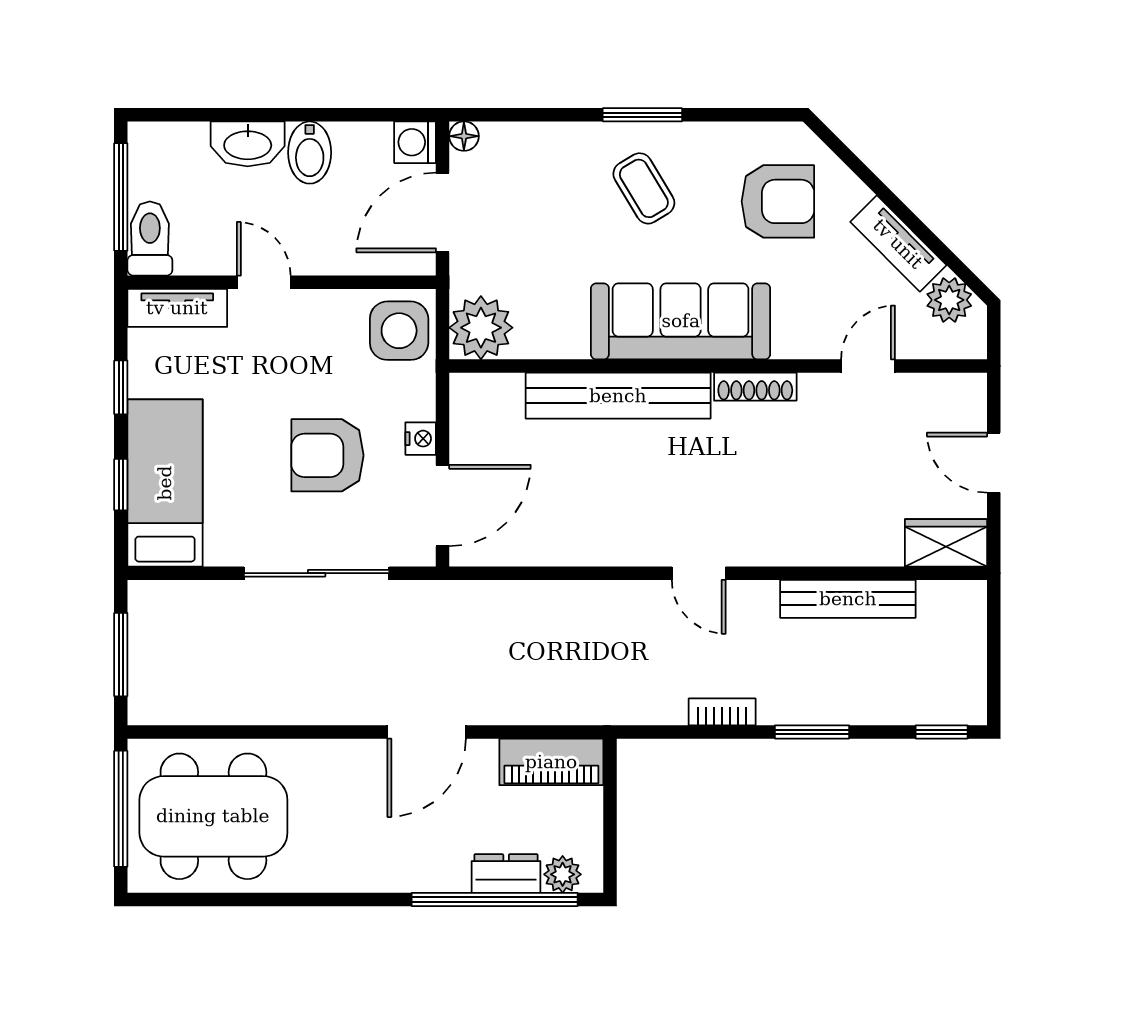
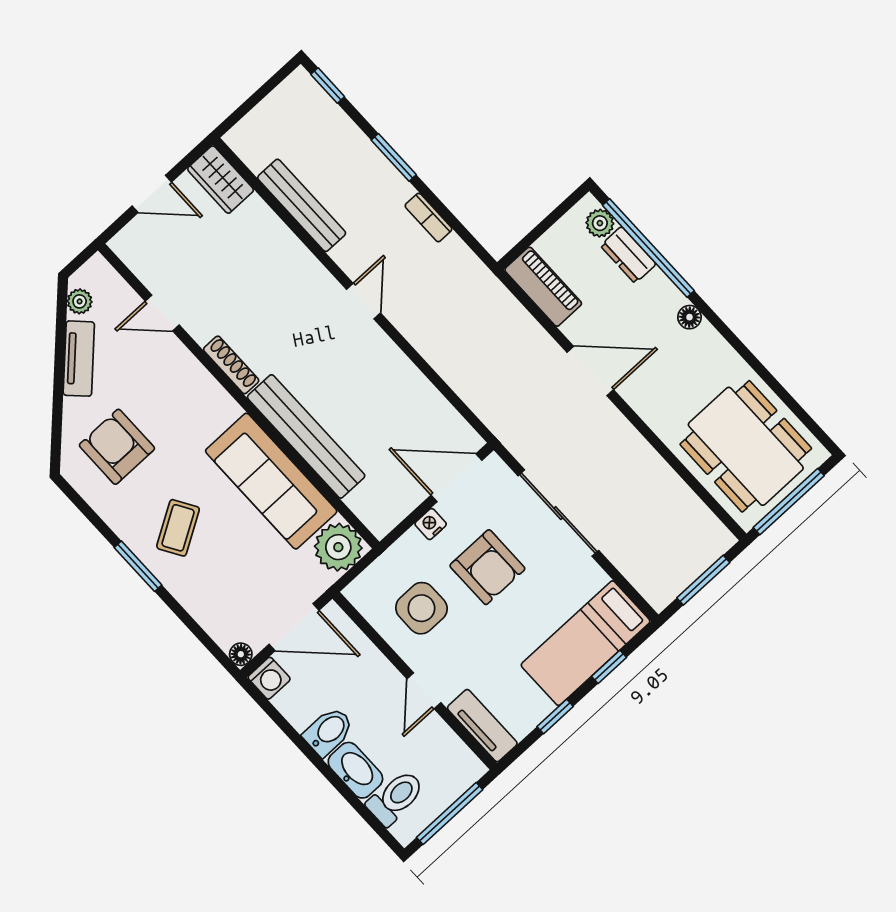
toilet: (150, 239) -> (396, 798), moved, turned 180
plant: (949, 300) -> (80, 301), width x0.73, depth x0.73
sofa: (681, 321) -> (271, 481), moved
side table: (399, 331) -> (421, 608), moved
door: (994, 463) -> (152, 194), hinge flipped
floor lamp: (390, 877) -> (689, 317), added

